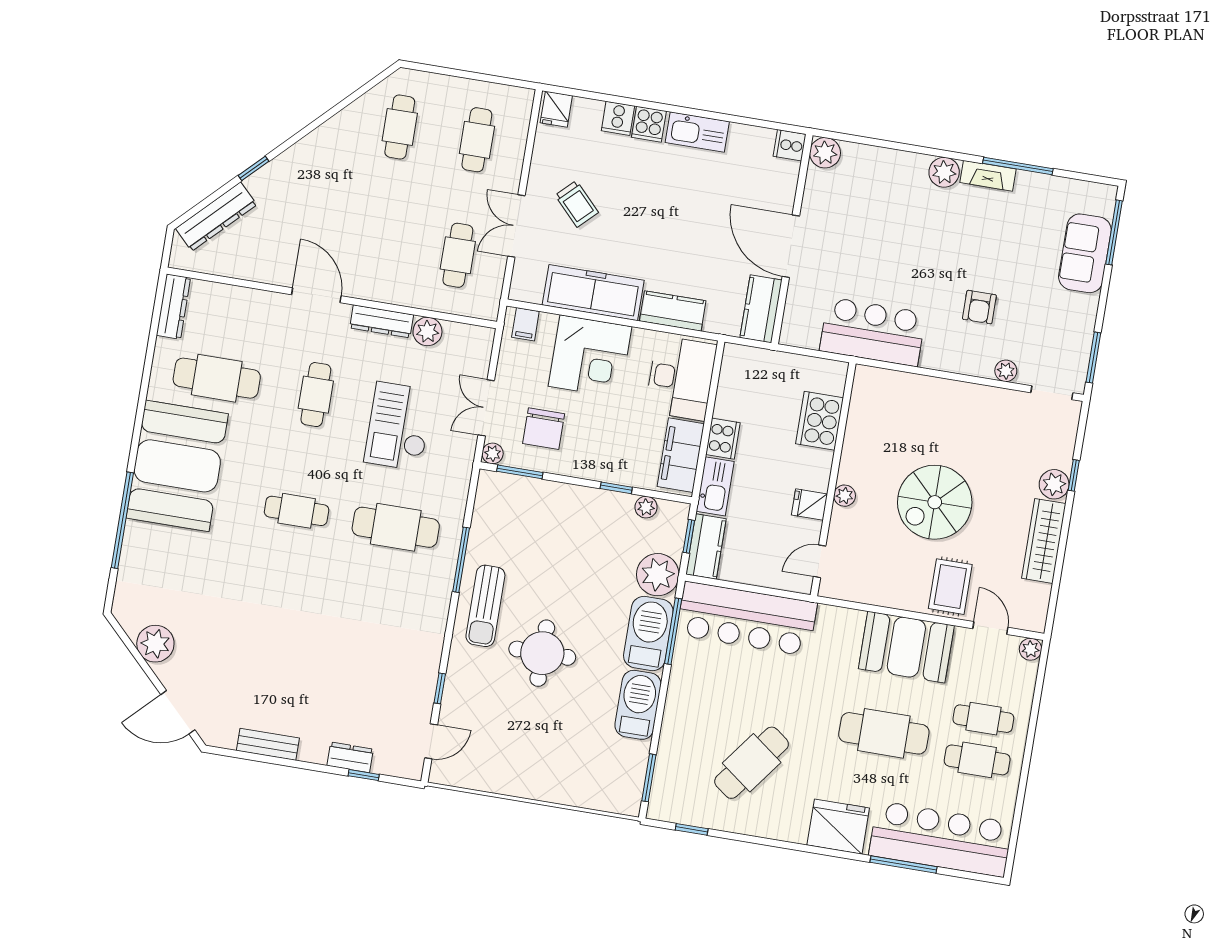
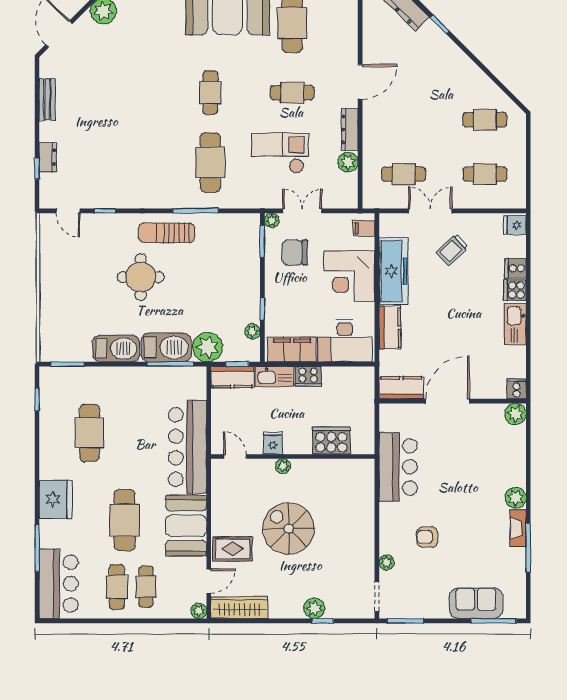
wardrobe: (1044, 541) -> (239, 608), moved
bar counter: (747, 619) -> (187, 447), moved
cafe table: (752, 763) -> (89, 433), turned 53
bar counter: (941, 839) -> (59, 584), width x0.73

